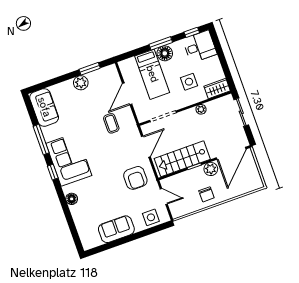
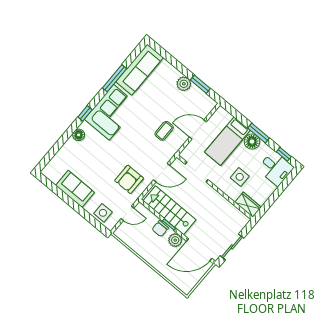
sofa: (44, 107) -> (140, 70), width x1.36
plant: (201, 109) -> (222, 201), removed
sliding door: (241, 112) -> (232, 247), moved
window: (53, 172) -> (85, 113), moved
chair: (206, 194) -> (160, 229), moved
door: (164, 196) -> (127, 213), hinge flipped

